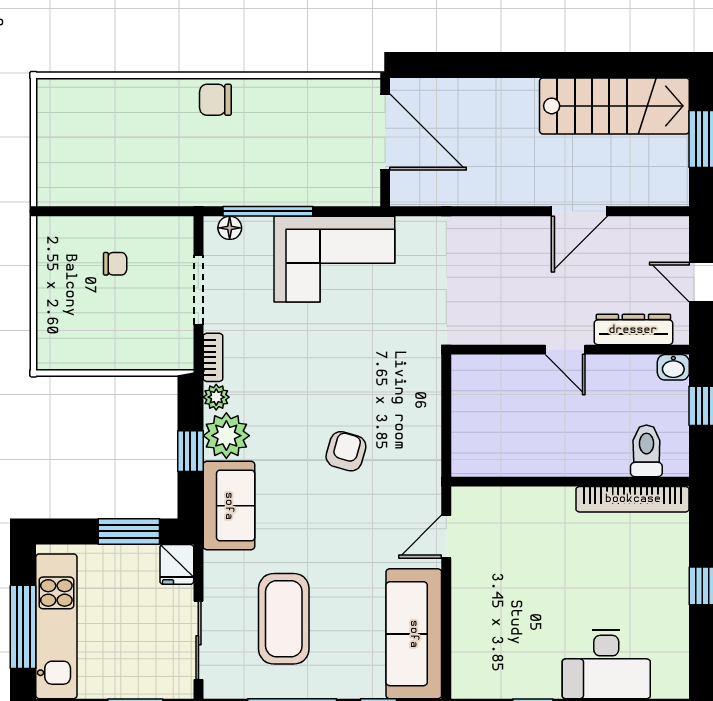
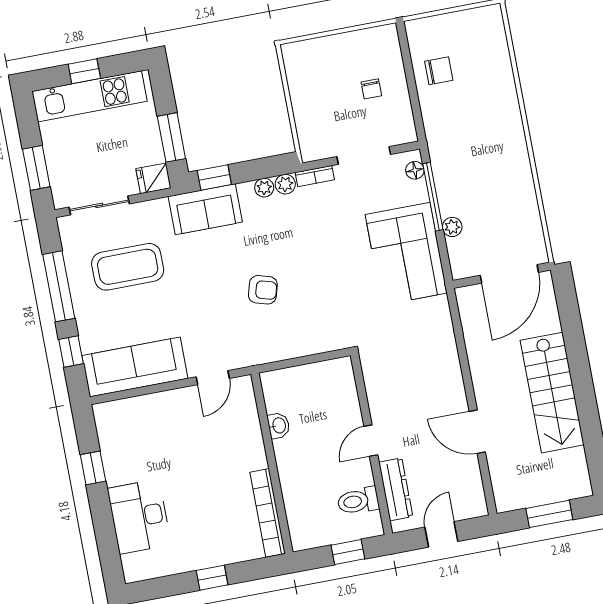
chair: (215, 100) -> (439, 71), moved, turned 90
stairs: (614, 106) -> (552, 393), moved
plant: (311, 194) -> (452, 227), added
washbasin: (673, 367) -> (279, 426), moved, turned 180
plant: (226, 436) -> (264, 188), width x0.53, depth x0.53
window: (190, 451) -> (214, 177), moved
toilet: (646, 451) -> (358, 501), moved, turned 180
door: (446, 537) -> (213, 378), swing flipped
window: (23, 627) -> (84, 71), width x0.46

